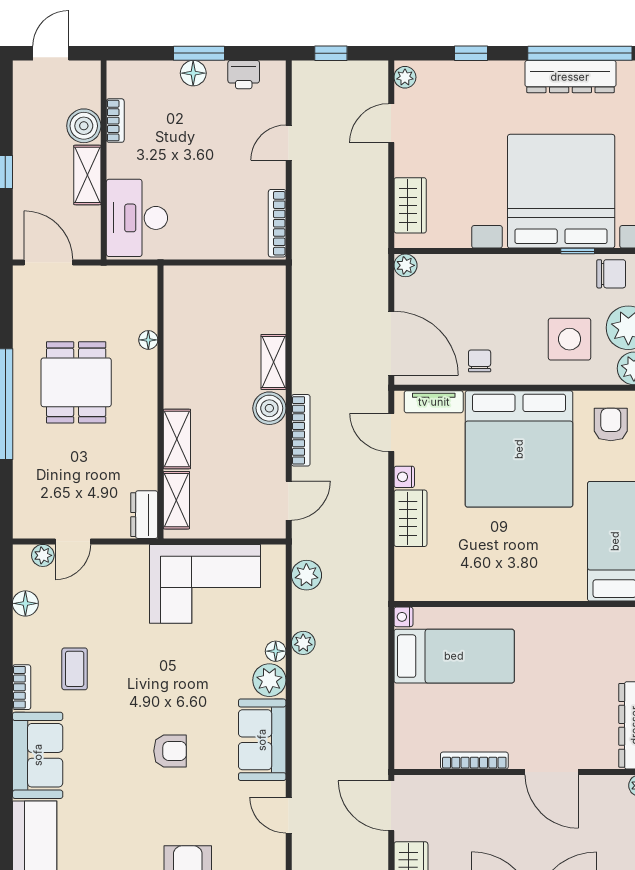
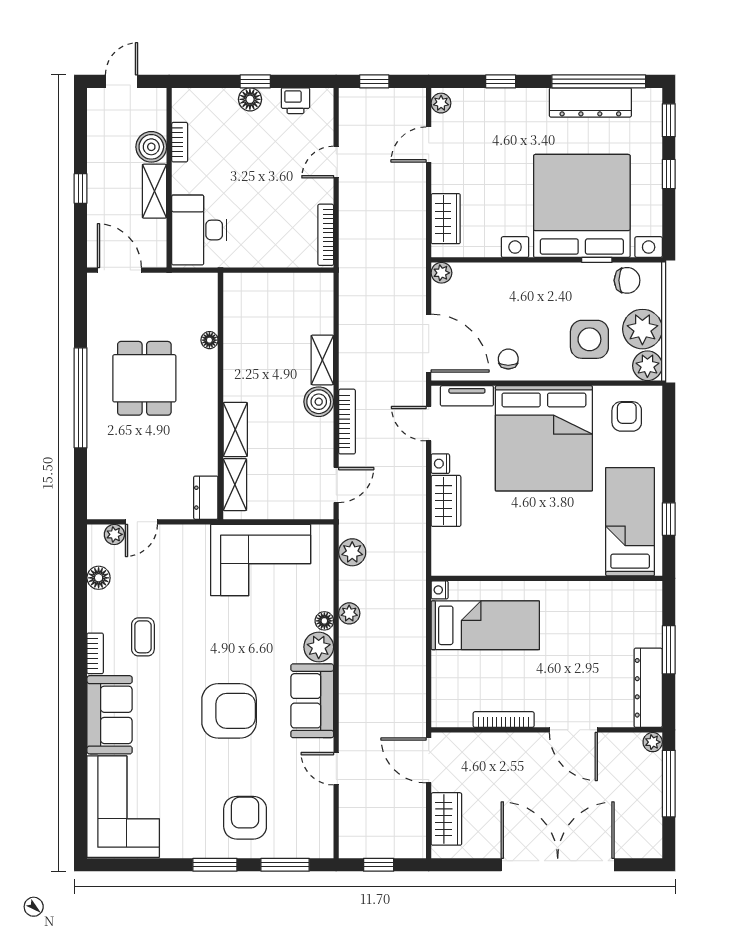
window: (199, 53) -> (255, 81), width x0.67
armchair: (170, 751) -> (229, 711), width x1.88, depth x1.88

